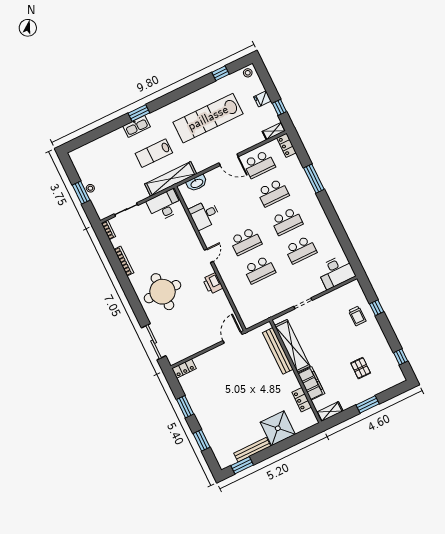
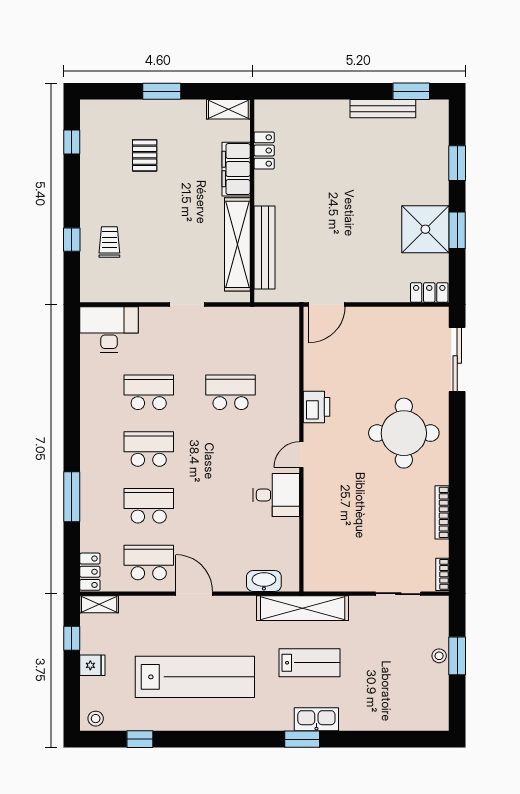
desk: (164, 205) -> (333, 570), removed
desk: (204, 215) -> (276, 495), moved
school desk: (246, 241) -> (231, 449), removed
shower: (278, 428) -> (425, 229), moved

